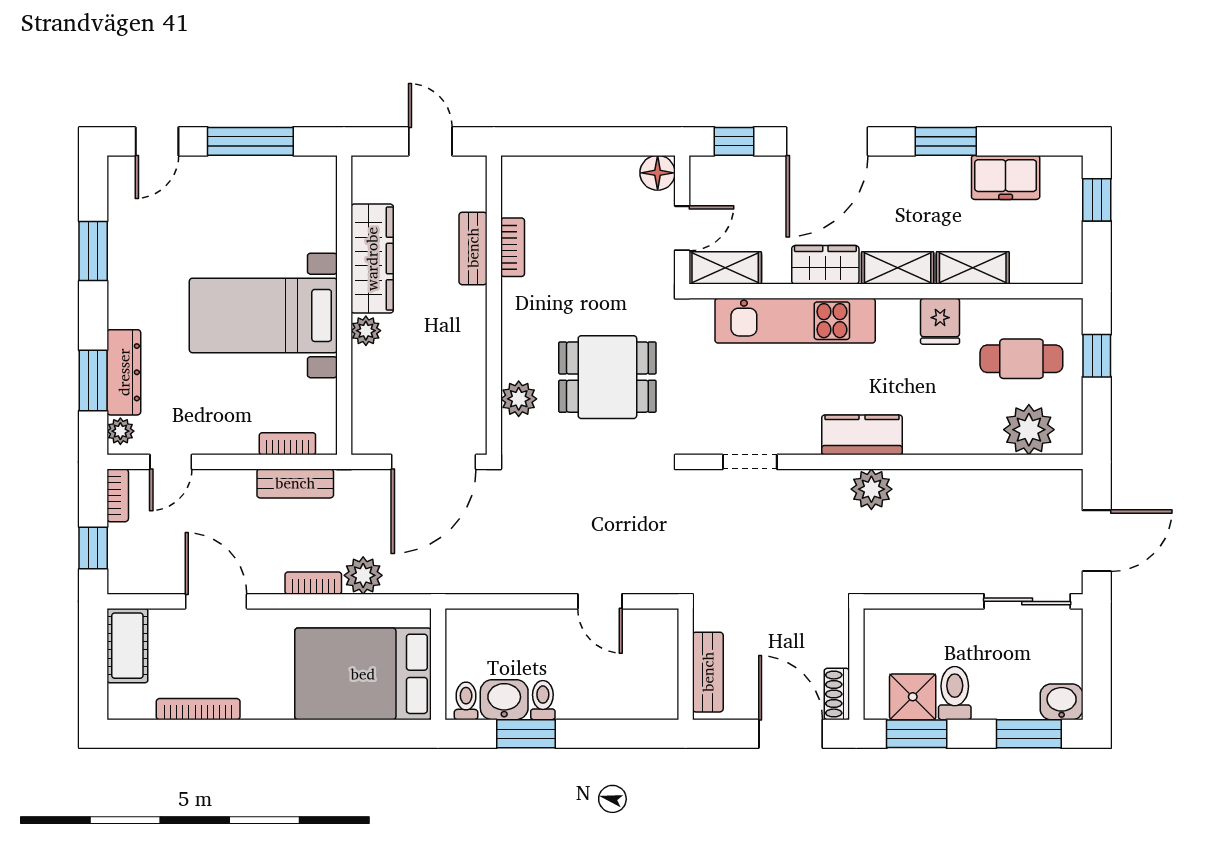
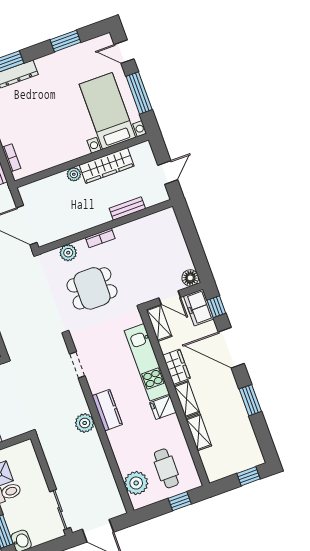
freezer: (1006, 177) -> (199, 308), moved
bookcase: (513, 247) -> (100, 238), moved
bed with nightstands: (263, 315) -> (107, 111), moved
fridge: (940, 321) -> (163, 407), moved
dining table: (607, 377) -> (92, 288), turned 90

